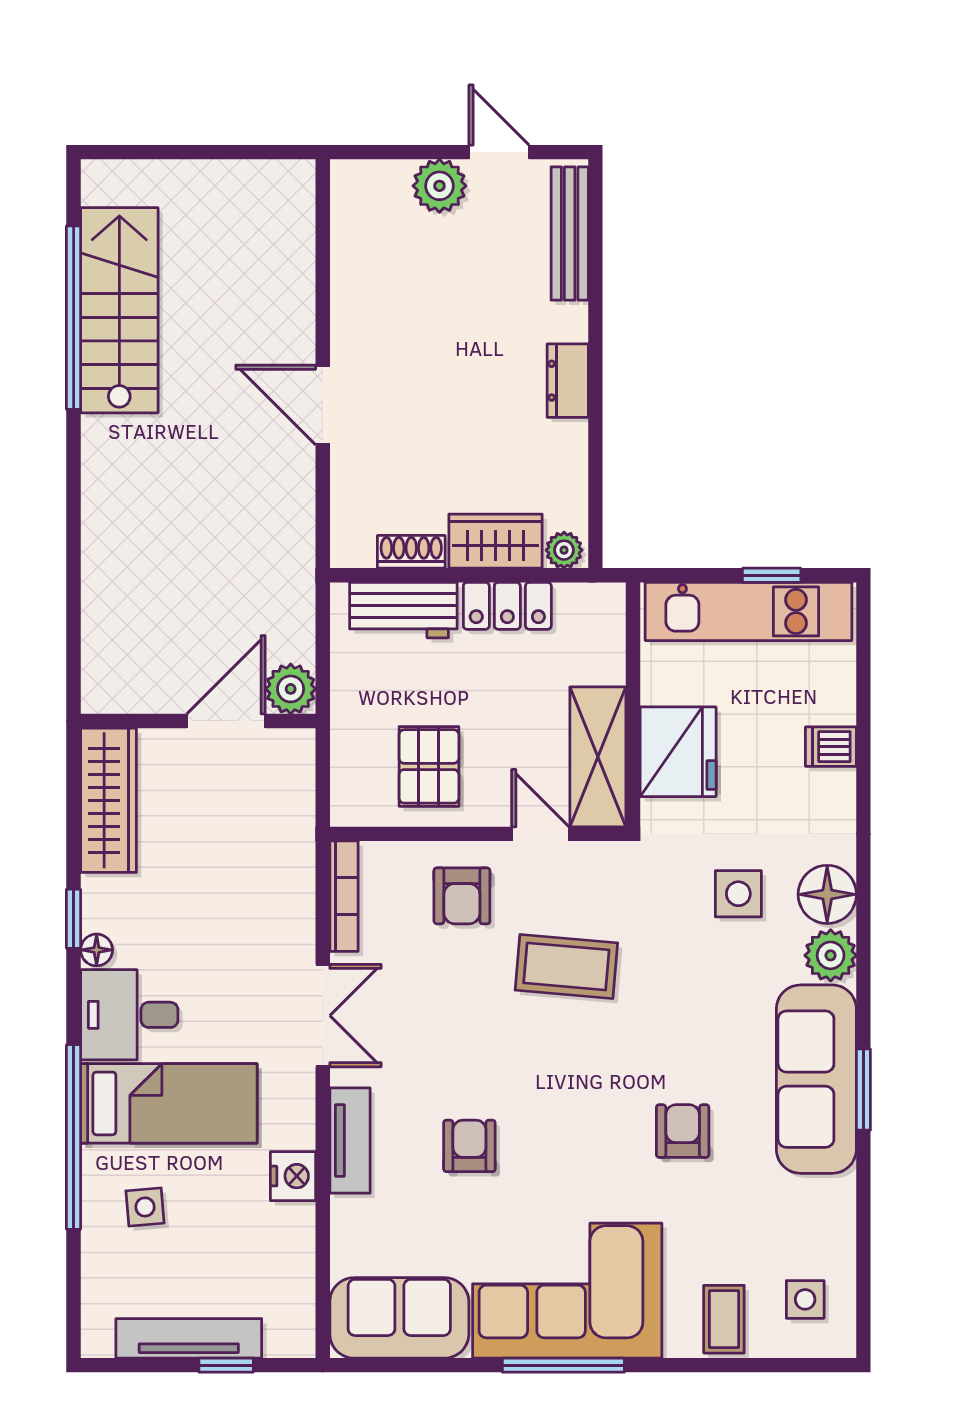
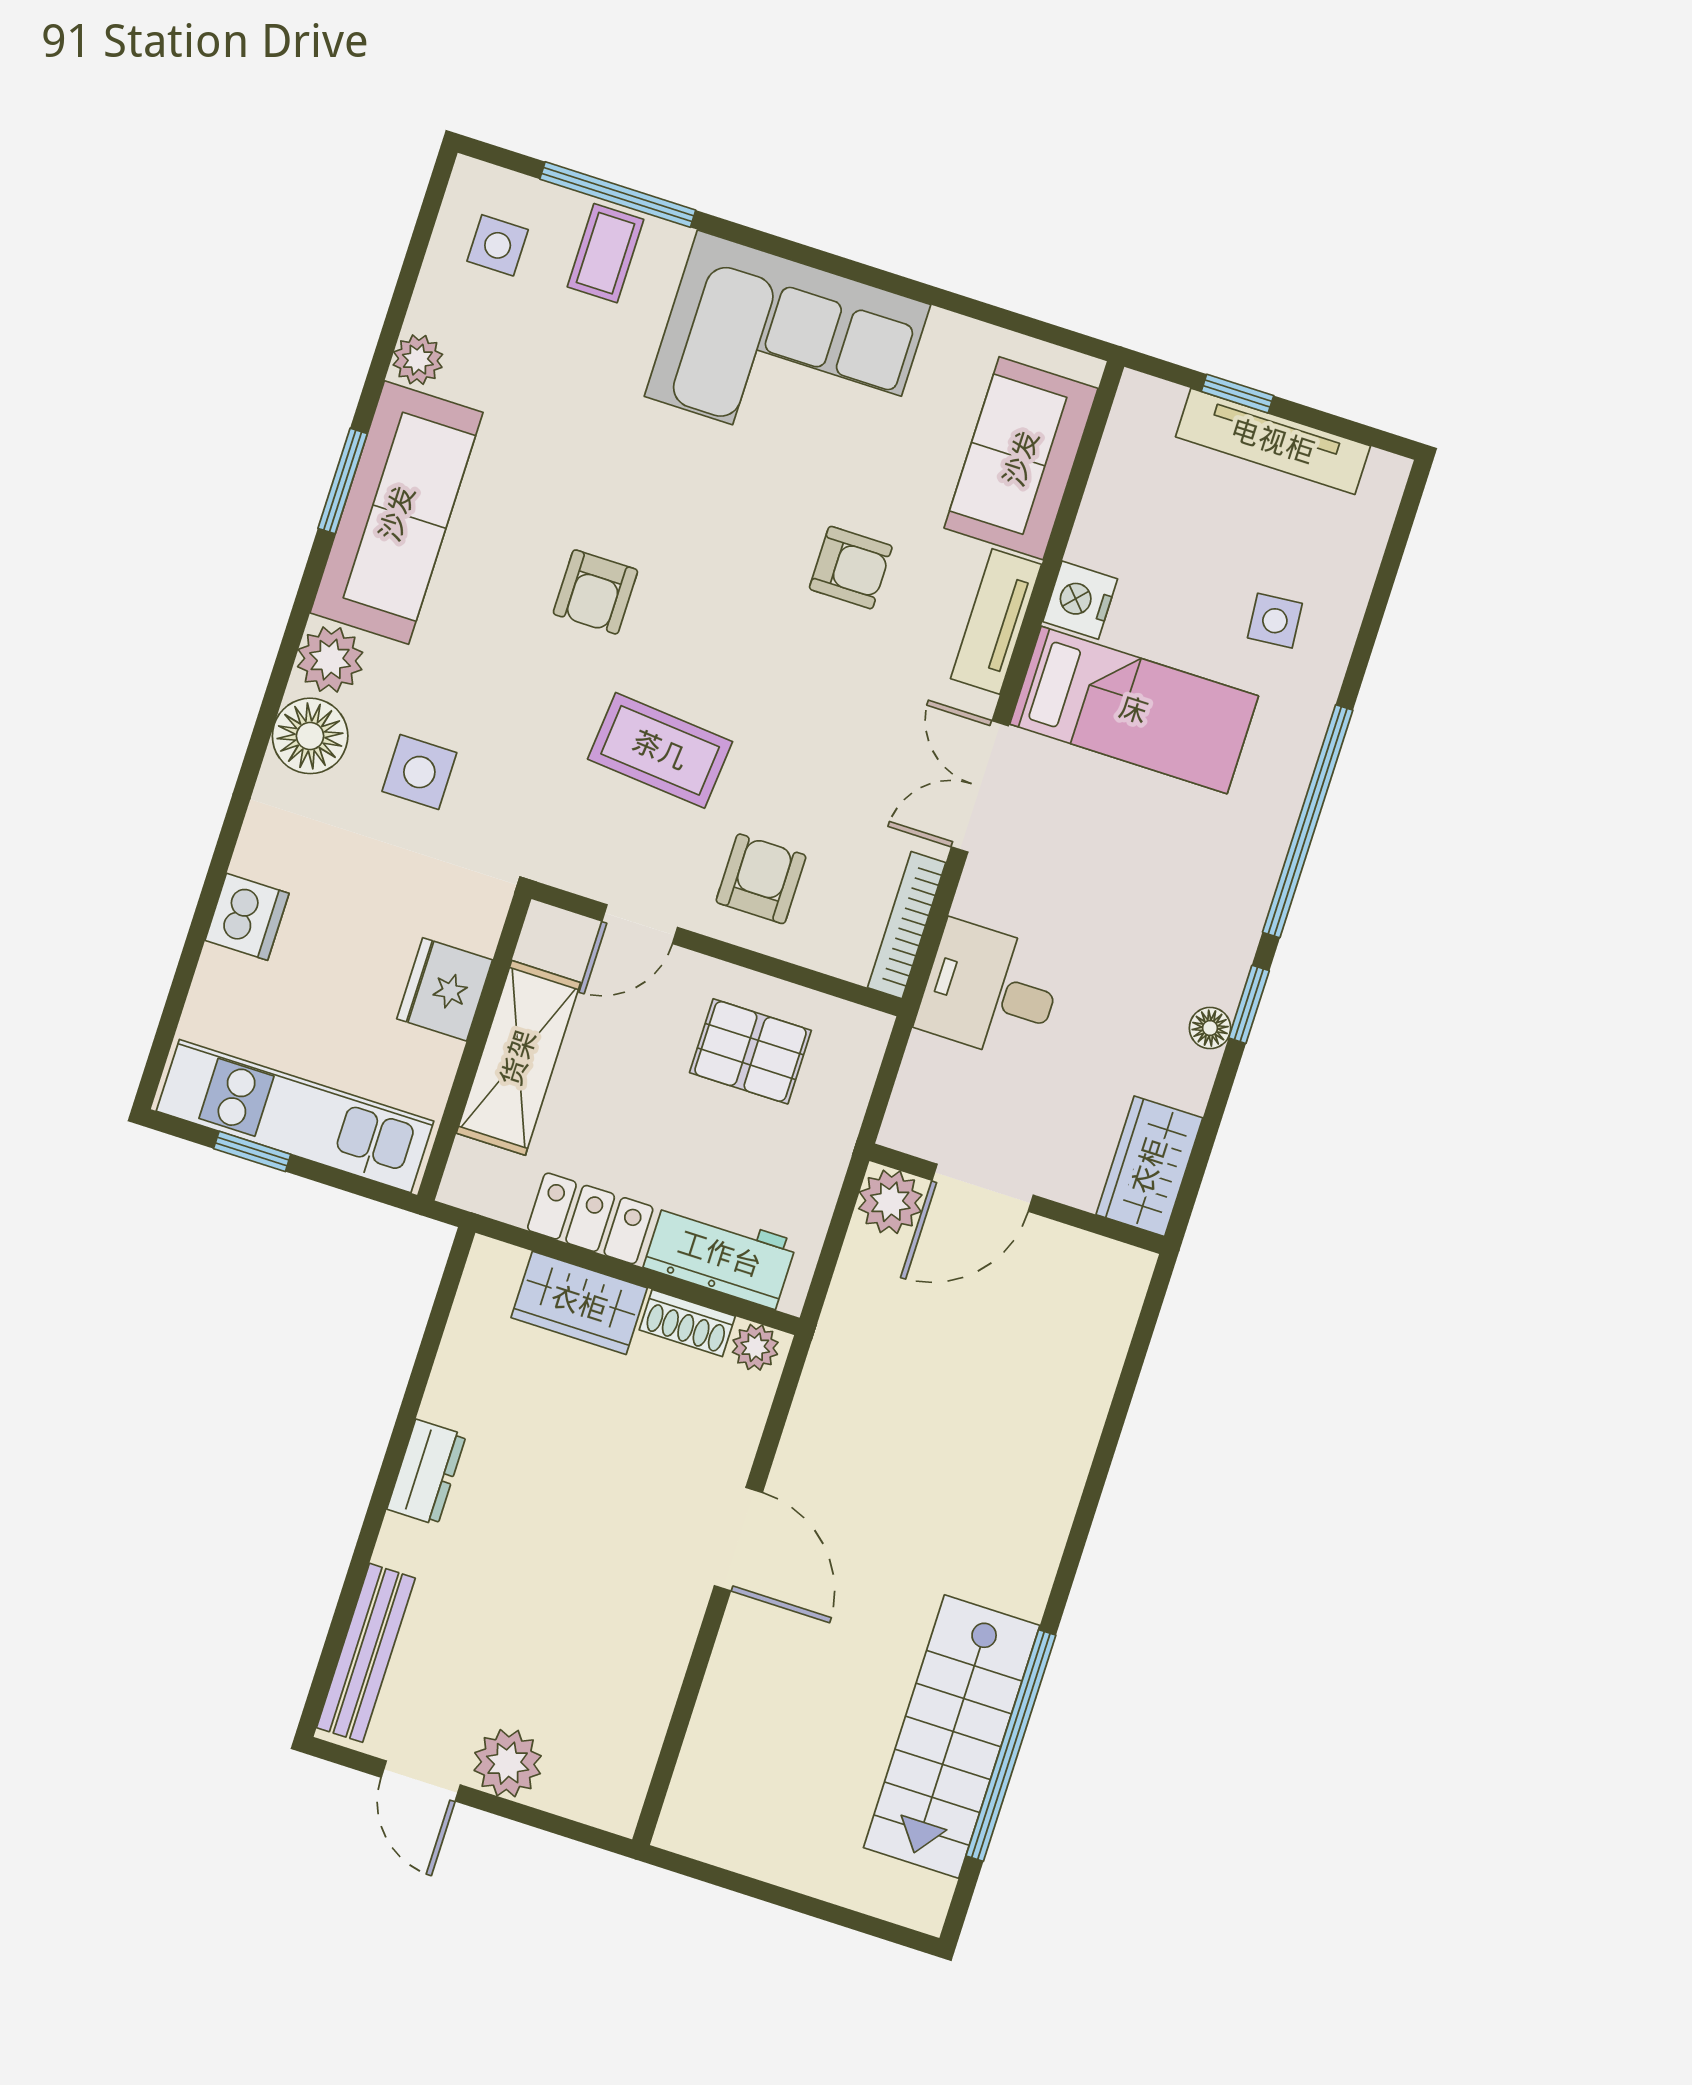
plant: (564, 550) -> (755, 1347), moved
dishwasher: (831, 747) -> (247, 917), width x1.38
fridge: (678, 752) -> (445, 989), width x0.73, depth x0.75
shelving: (598, 757) -> (518, 1058), moved
pallet: (429, 766) -> (750, 1051), turned 90
wardrobe: (109, 800) -> (1149, 1166), width x0.67
door: (540, 834) -> (640, 924), hinge flipped
floor lamp: (97, 950) -> (1210, 1028), moved
desk: (129, 1015) -> (990, 991), moved, turned 180
bed: (169, 1103) -> (1134, 710), moved, turned 180
armchair: (683, 1131) -> (595, 592), moved
window: (74, 1137) -> (1308, 821), moved
armchair: (469, 1146) -> (851, 568), turned -90
plant: (837, 1197) -> (418, 360), added
sofa: (399, 1318) -> (1021, 458), moved, turned 90
window: (563, 1365) -> (618, 195), moved

